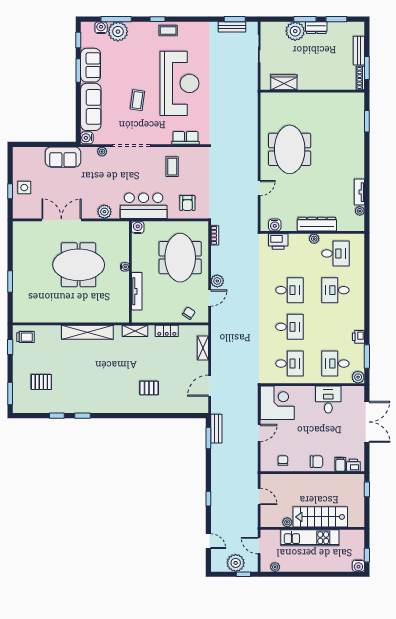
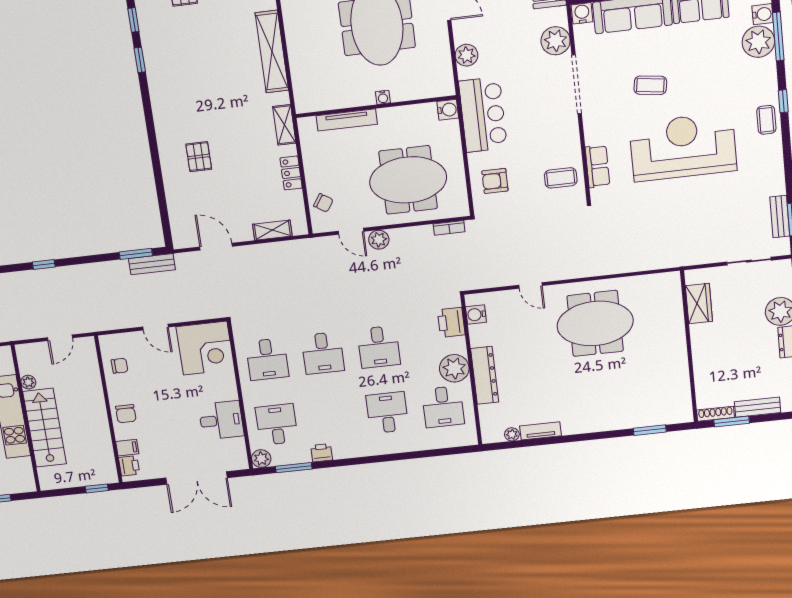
reception desk: (179, 83) -> (683, 147), turned 180
plant: (102, 152) -> (556, 41), width x1.88, depth x1.88
coffee table: (172, 167) -> (561, 178), moved
plant: (314, 239) -> (454, 368), width x1.88, depth x1.88

